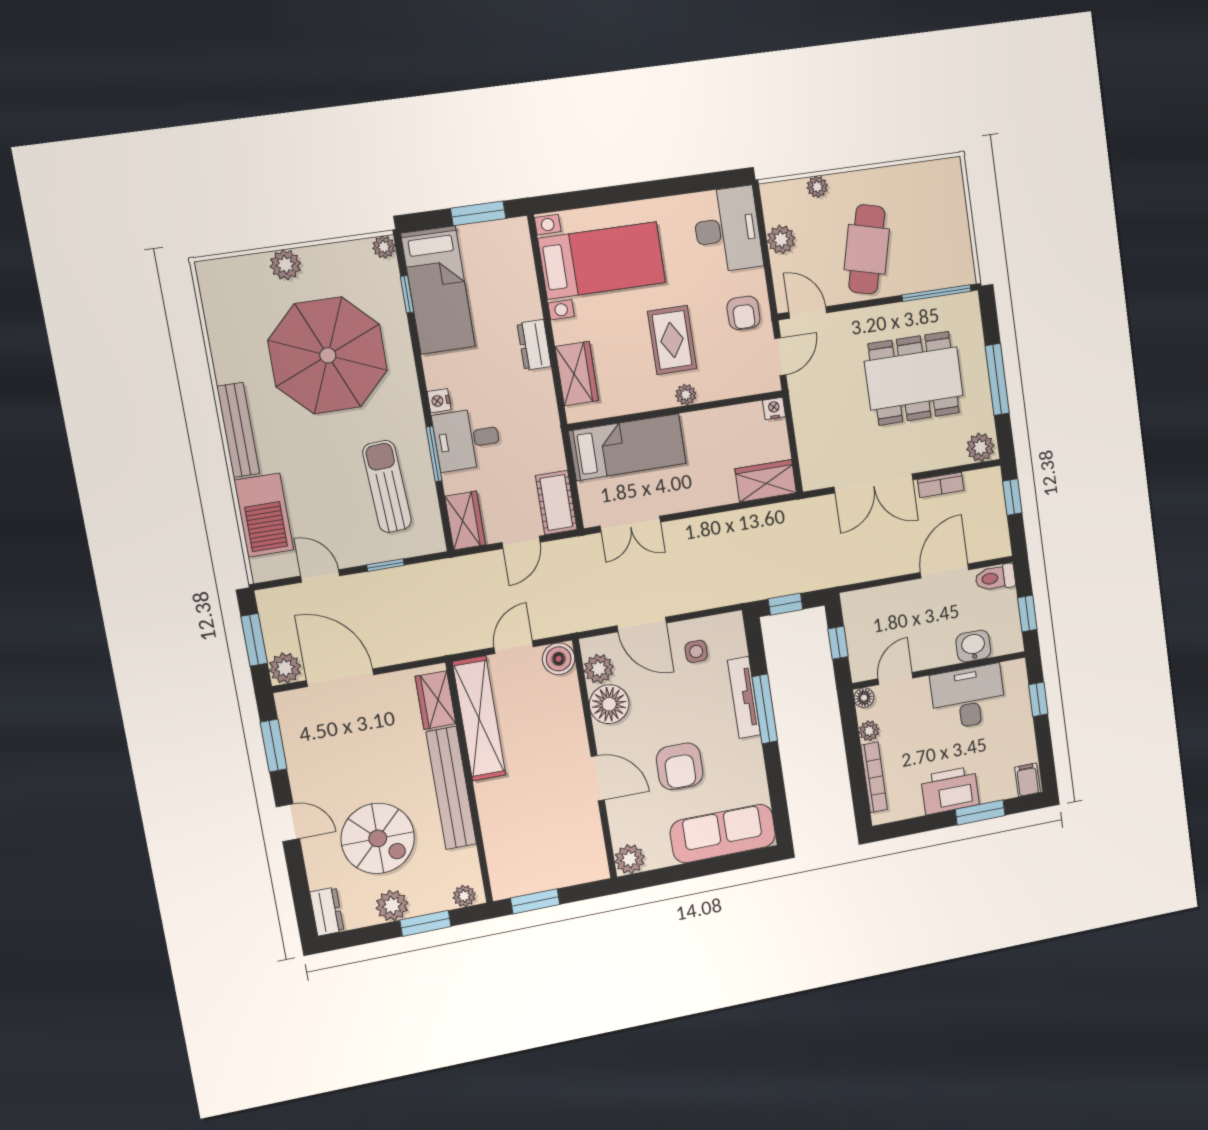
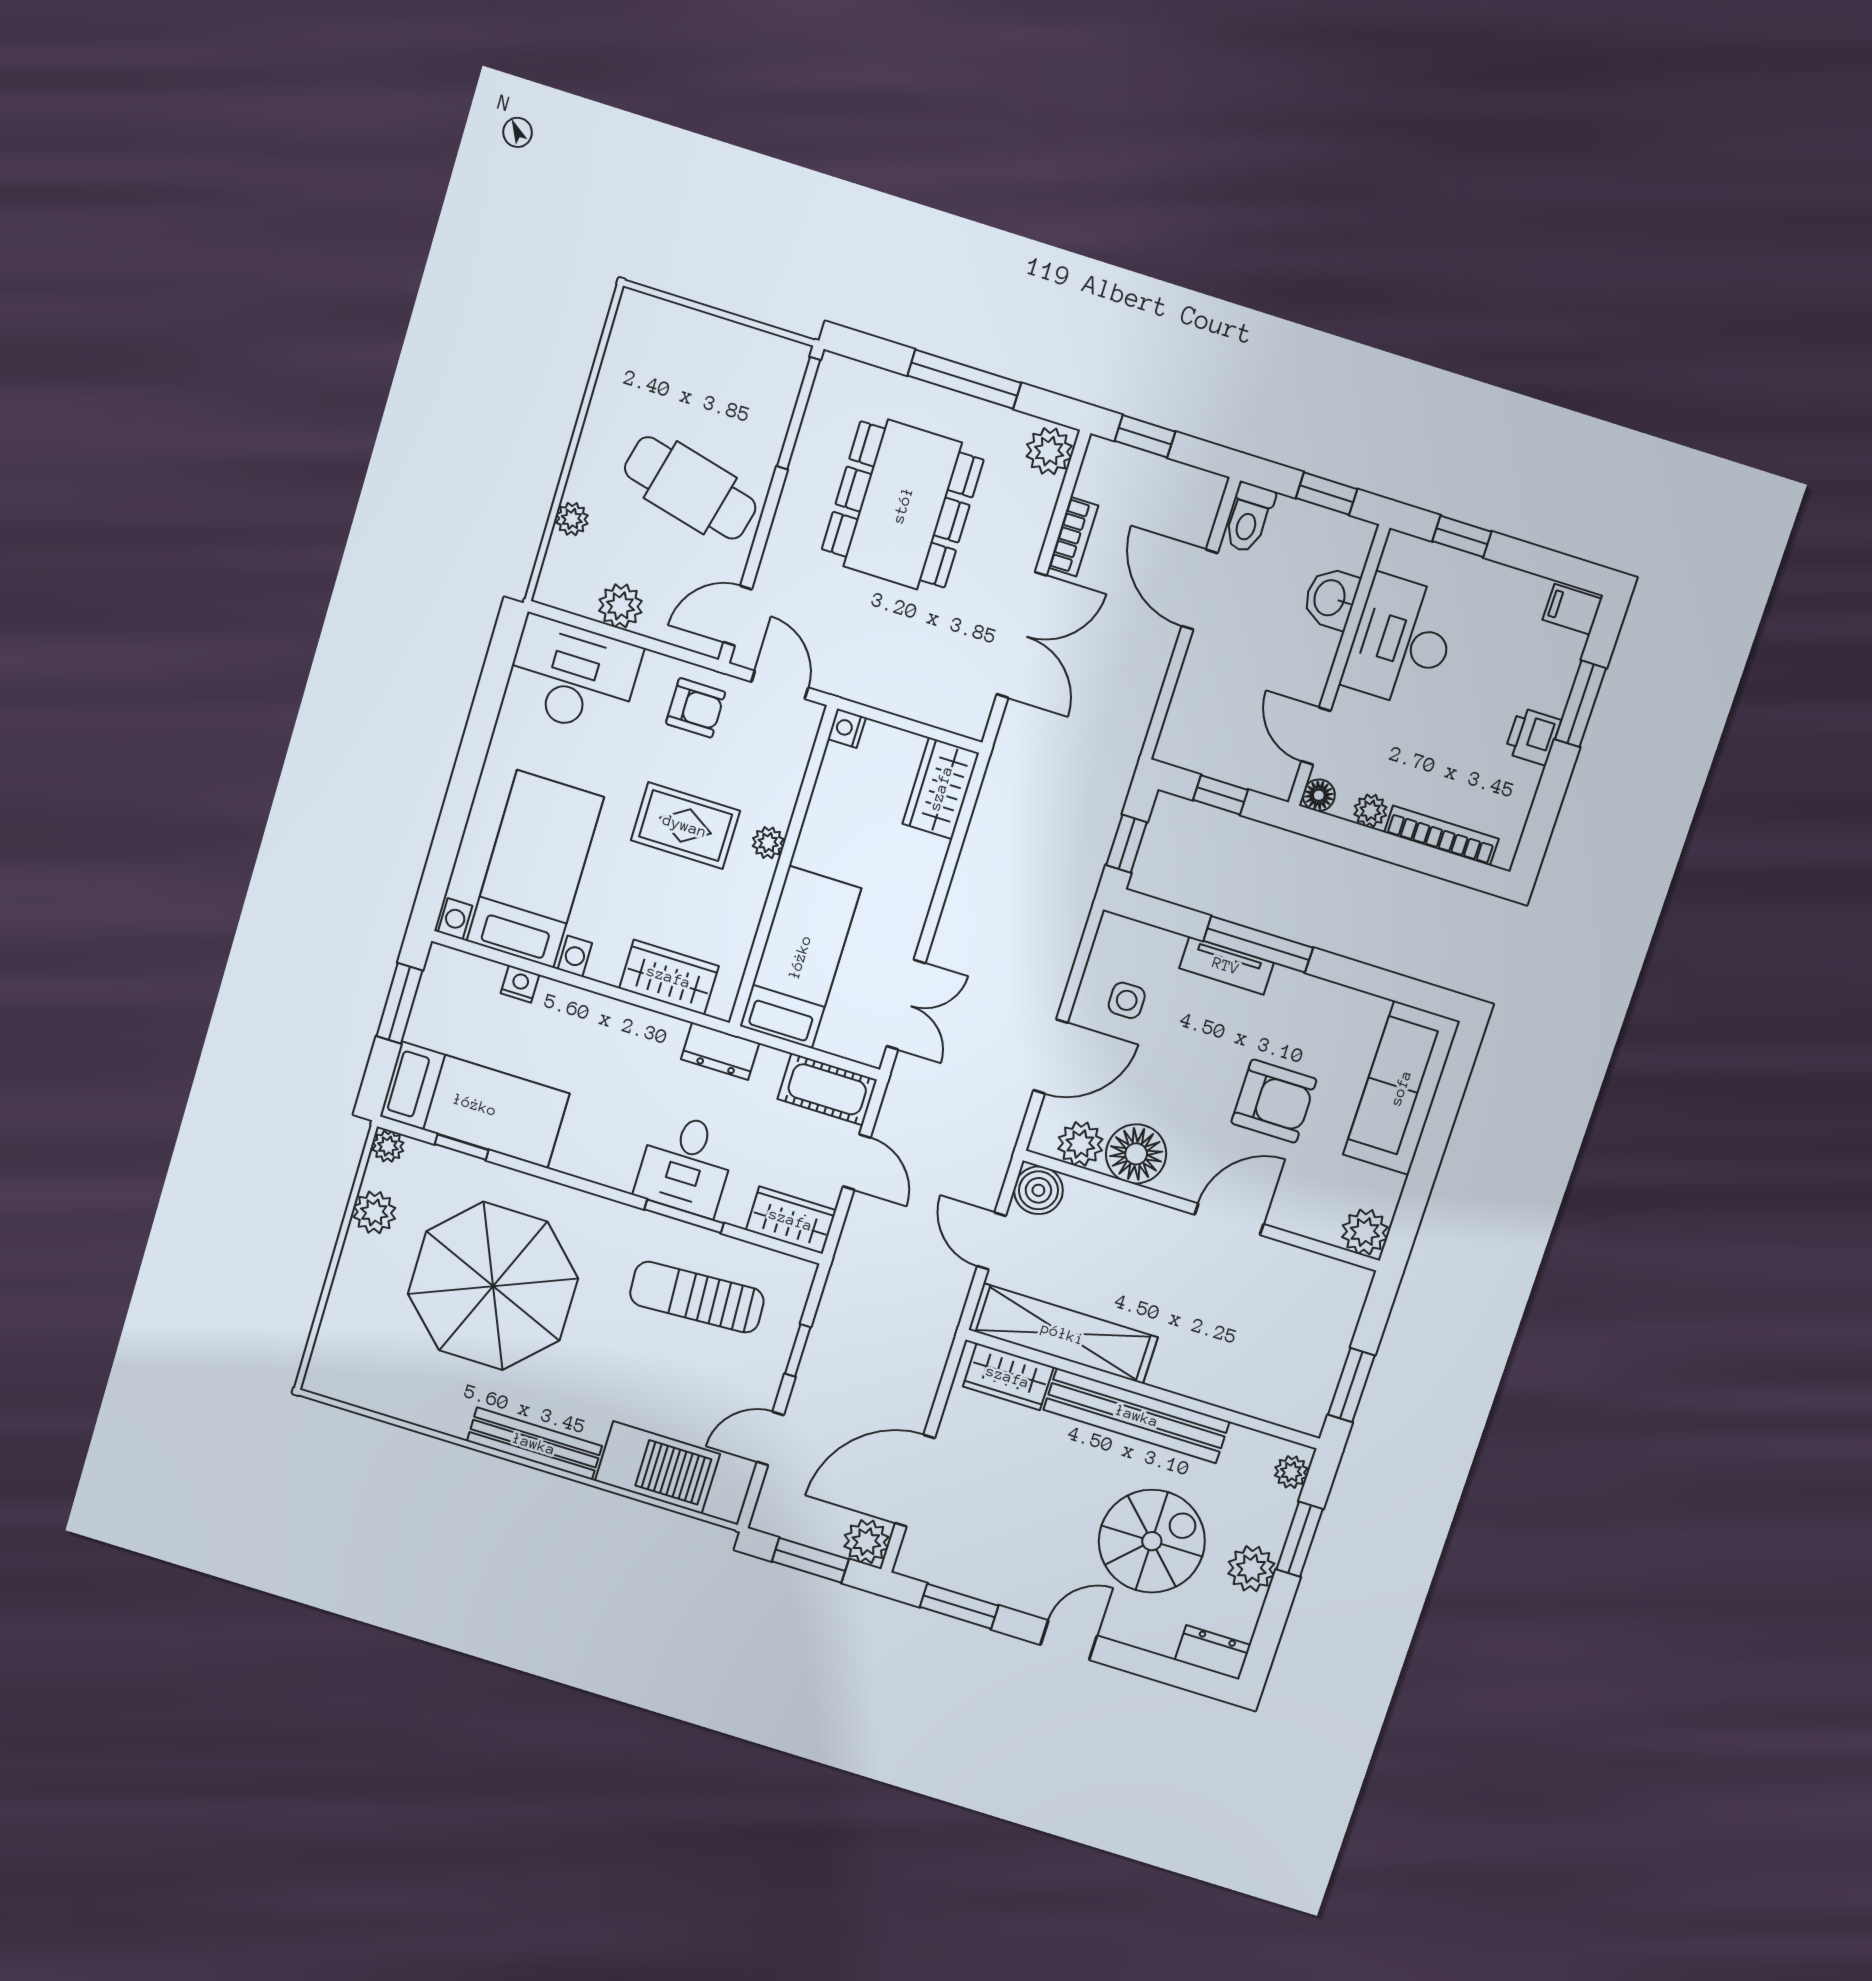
plant: (285, 265) -> (374, 1212), moved
dresser: (534, 345) -> (720, 1051), moved
nightstand: (439, 401) -> (520, 984), moved, turned 180
tv unit: (744, 698) -> (1226, 966), width x0.71
printer: (950, 790) -> (1533, 736), width x0.53, depth x0.68

